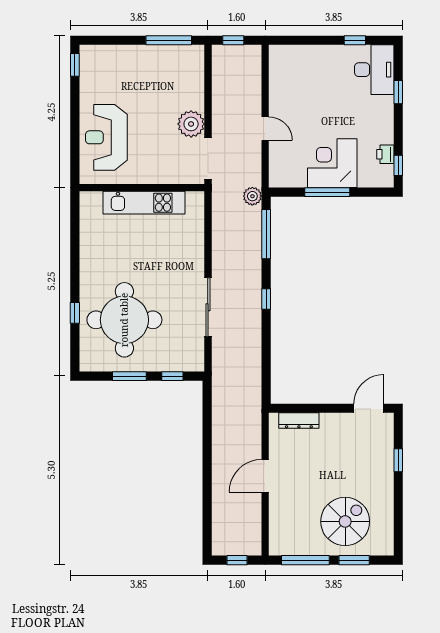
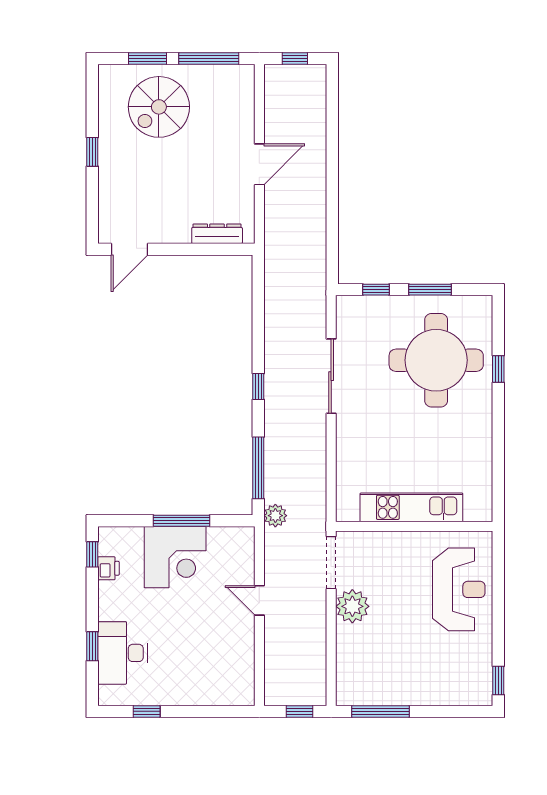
desk: (374, 70) -> (122, 653), moved
window: (398, 460) -> (92, 152), moved

